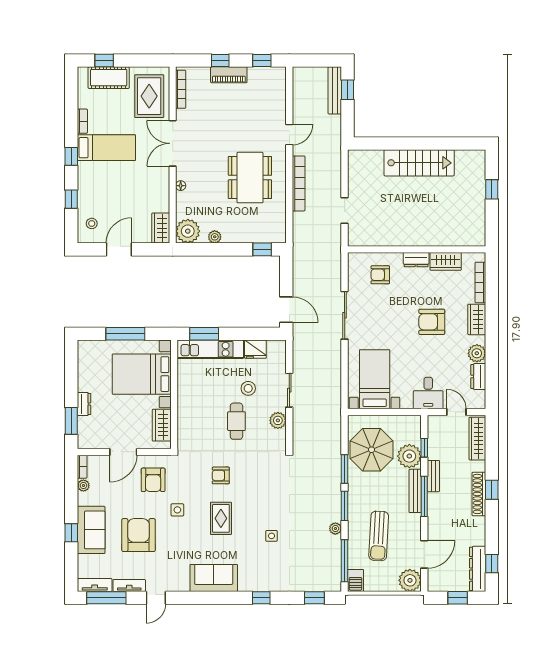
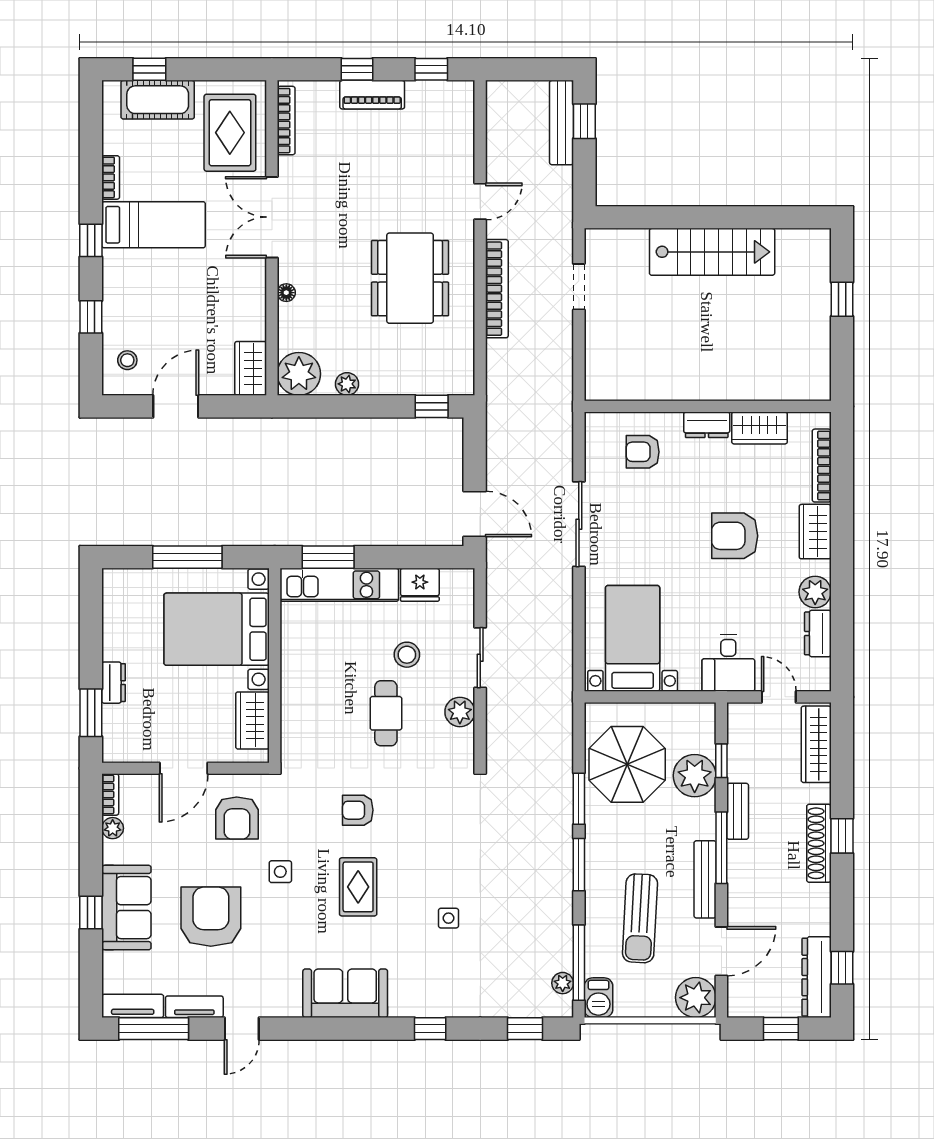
doorway: (345, 211) -> (579, 287), moved
bench: (415, 491) -> (705, 879), moved
plant: (335, 529) -> (563, 983), moved

